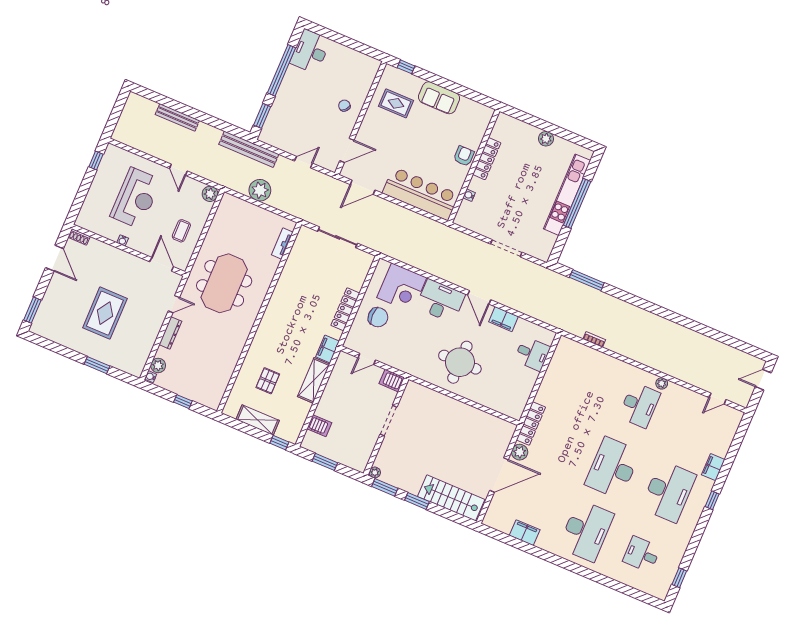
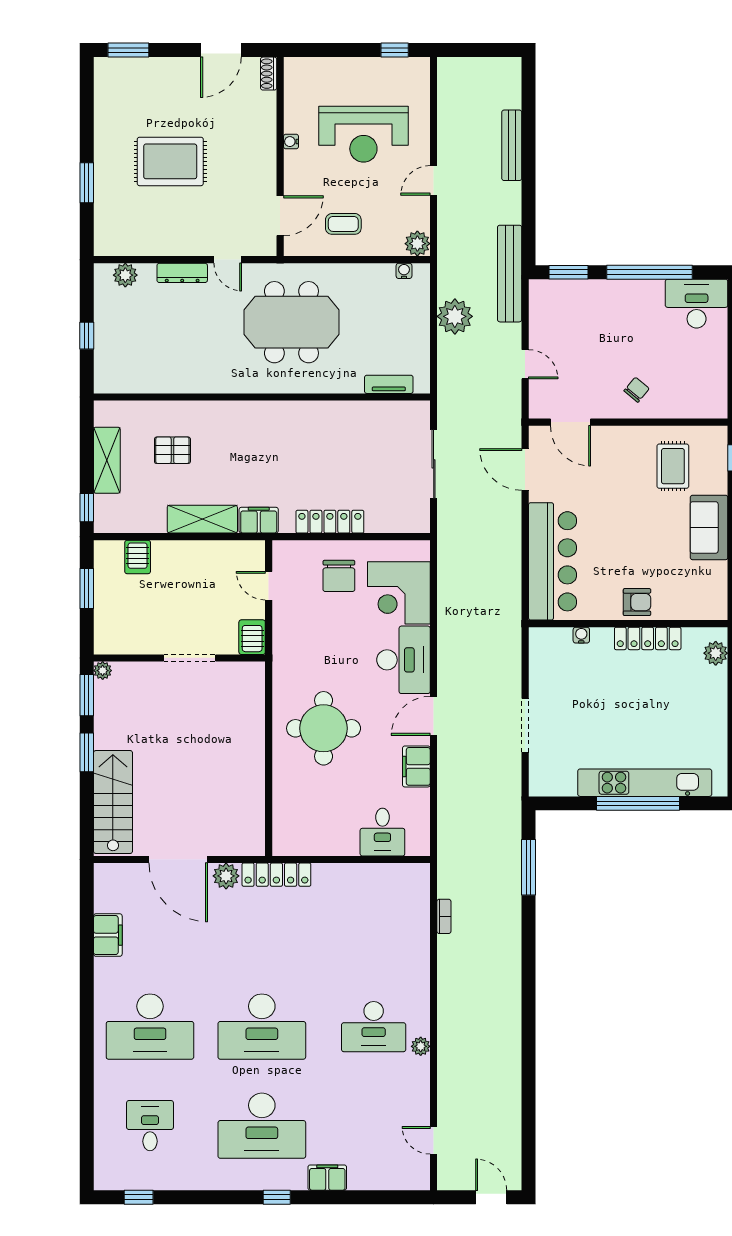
plant: (546, 139) -> (716, 653), moved
water cooler: (151, 377) -> (404, 271), moved
desk: (613, 468) -> (262, 1027), turned 180

